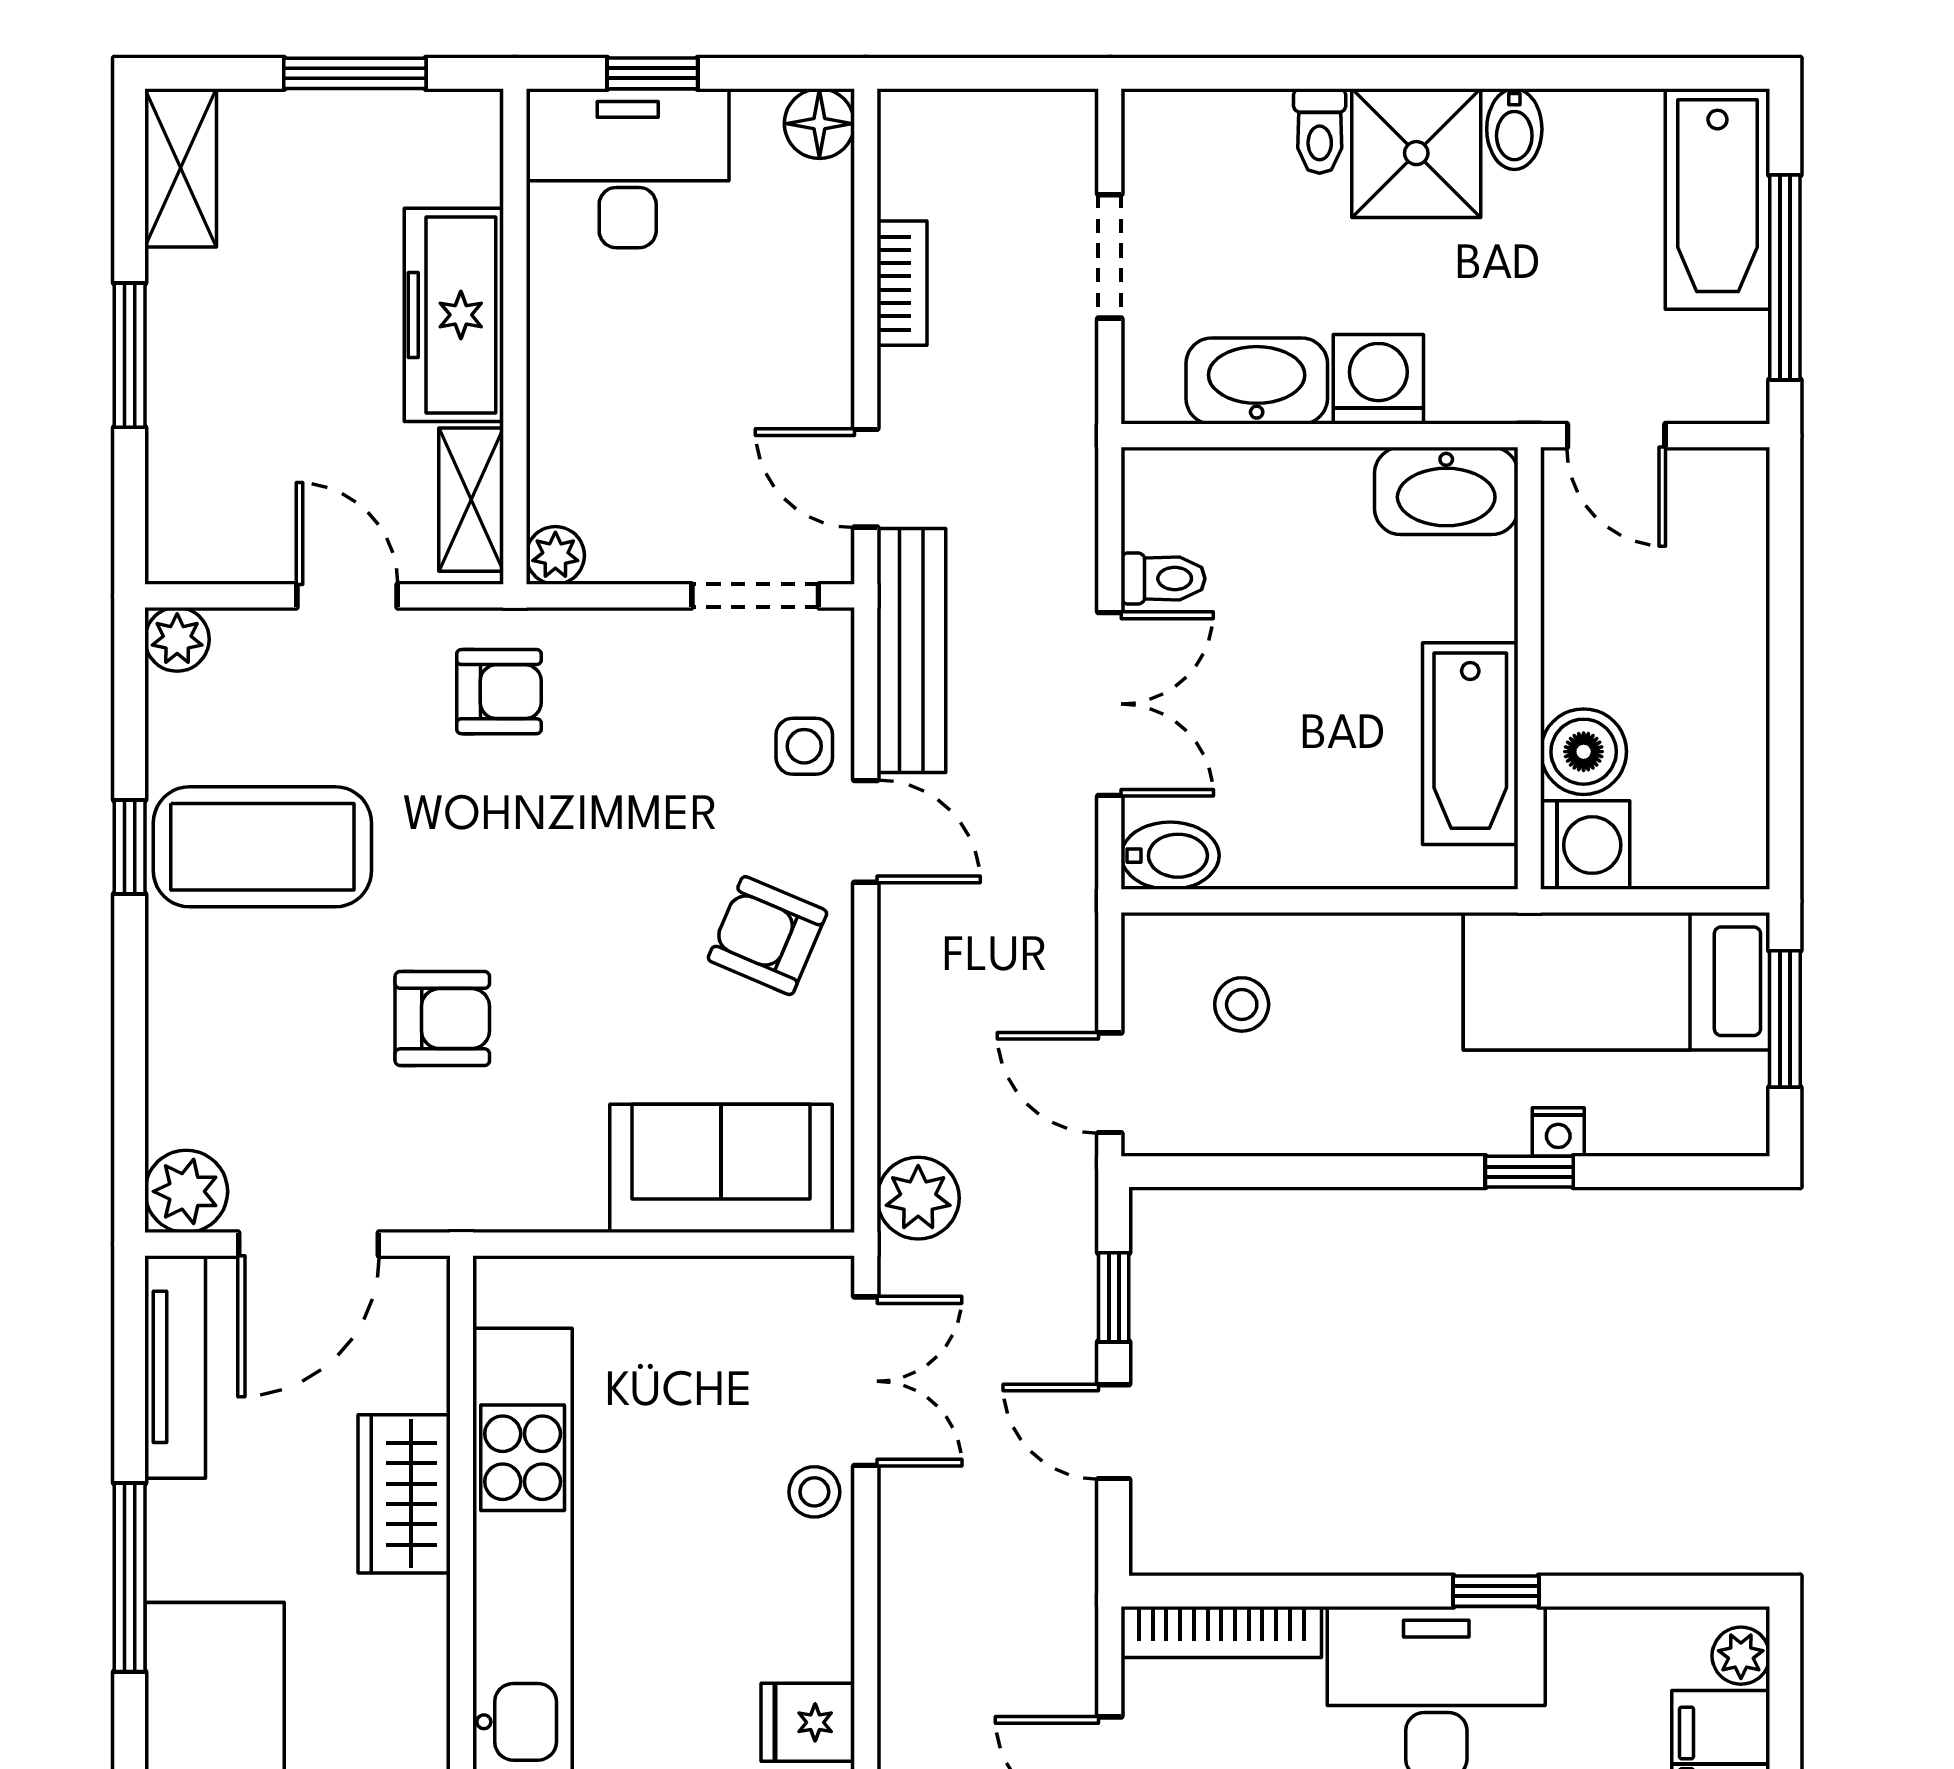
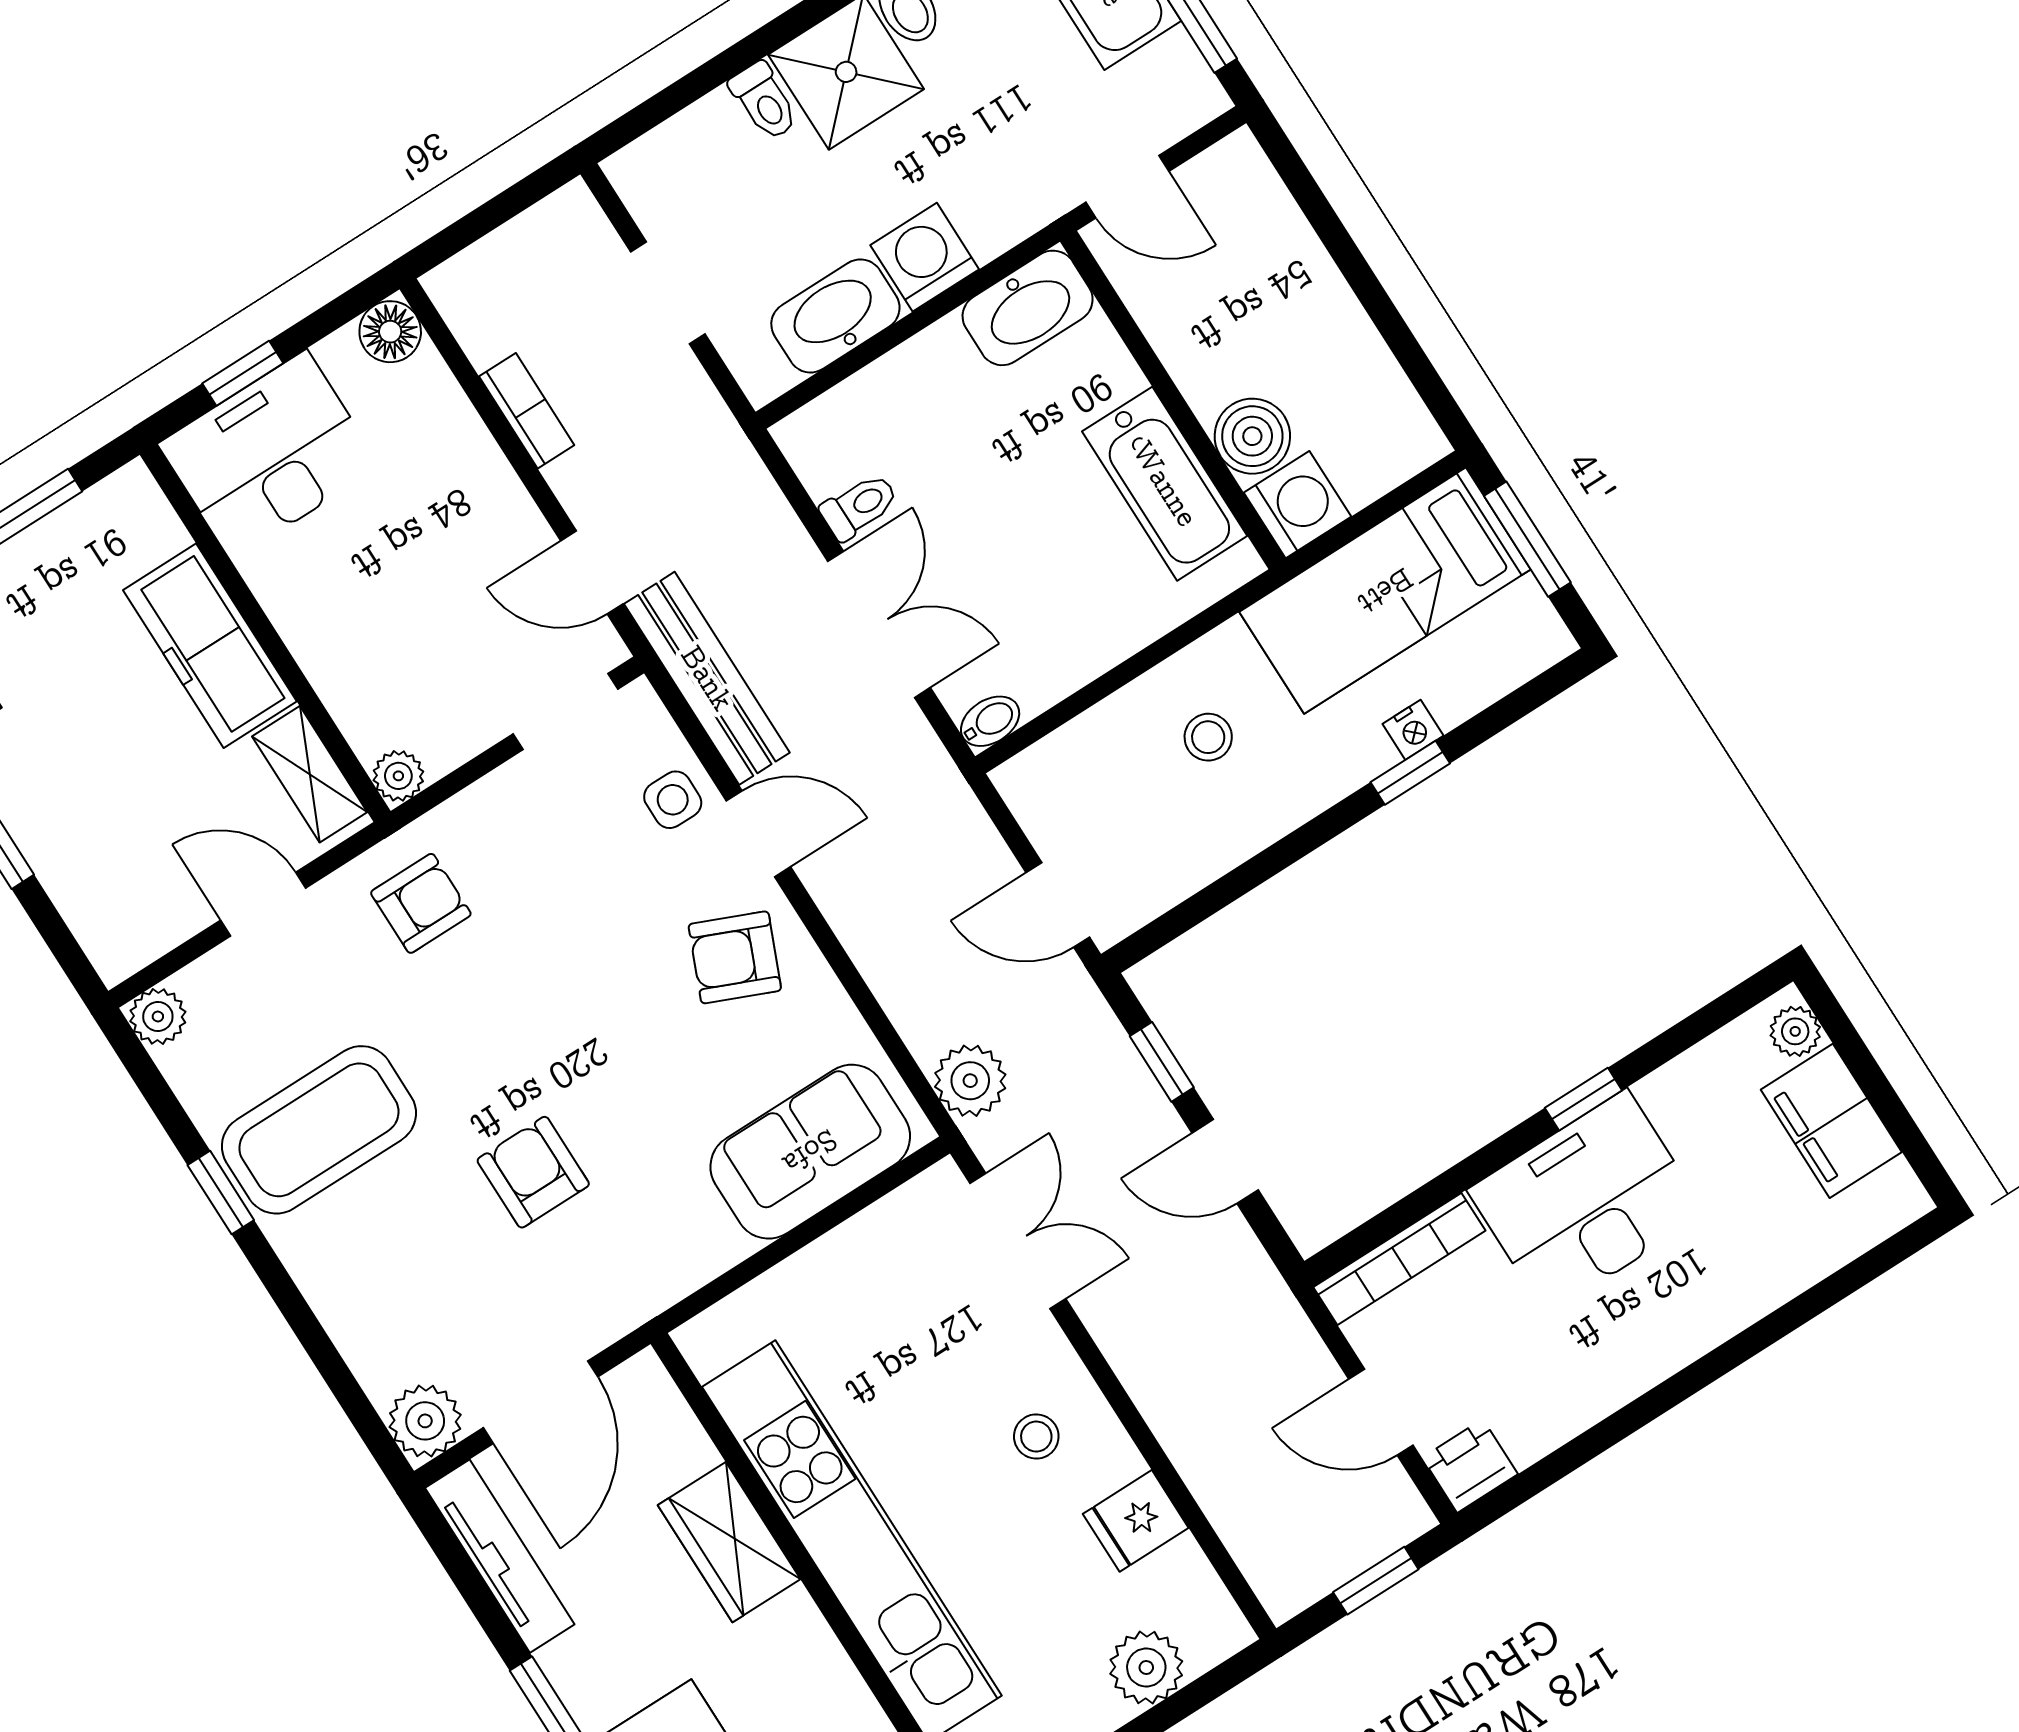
bidet: (1170, 856) -> (990, 721), width x0.72, depth x0.74
stool: (1242, 1004) -> (1208, 737), moved
armchair: (442, 1019) -> (533, 1172), turned -90
stool: (814, 1492) -> (1036, 1437), moved

